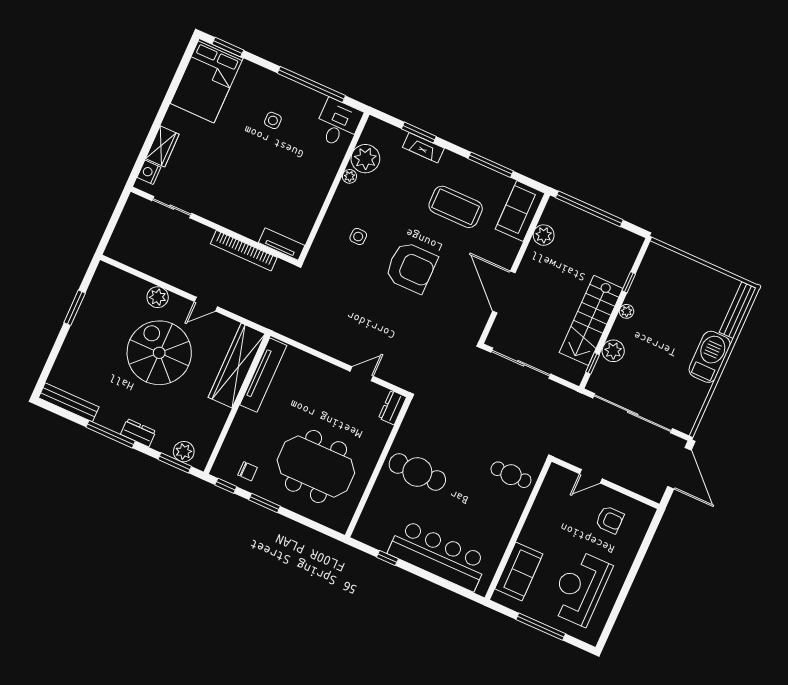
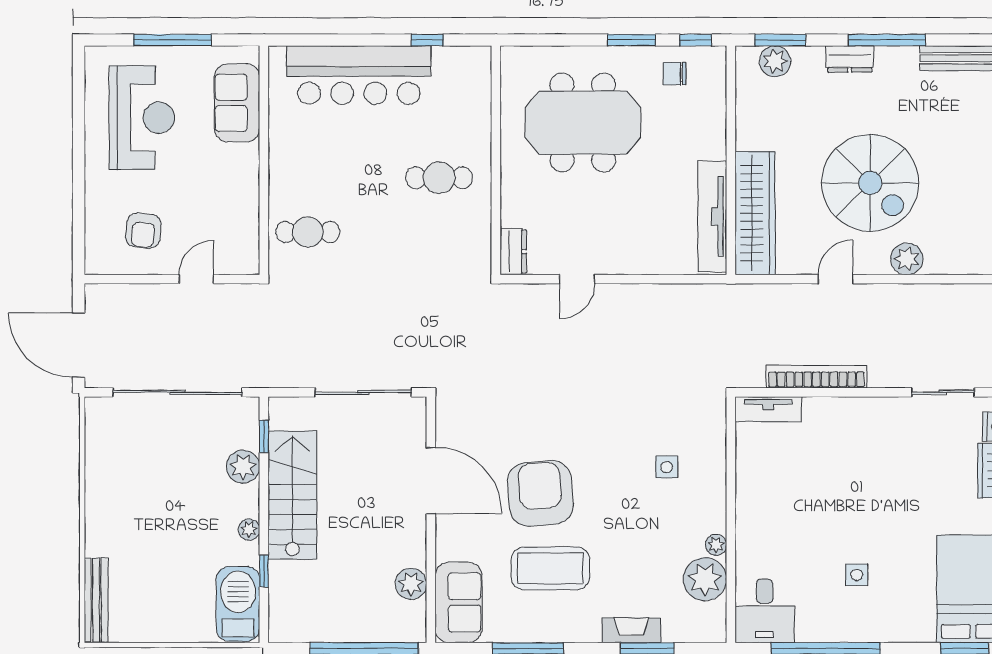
armchair: (411, 267) -> (540, 493), moved, turned 85
barbecue: (710, 357) -> (238, 604), moved, turned 180
cafe table: (417, 472) -> (439, 178), width x0.73, depth x0.74
armchair: (610, 520) -> (143, 231), turned -85

